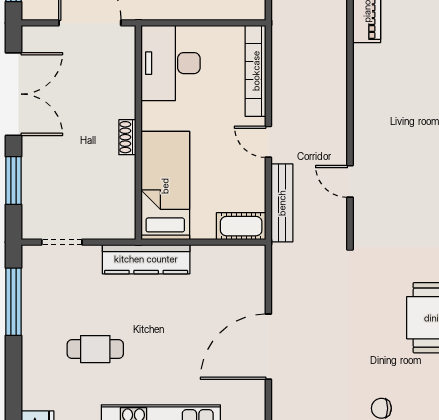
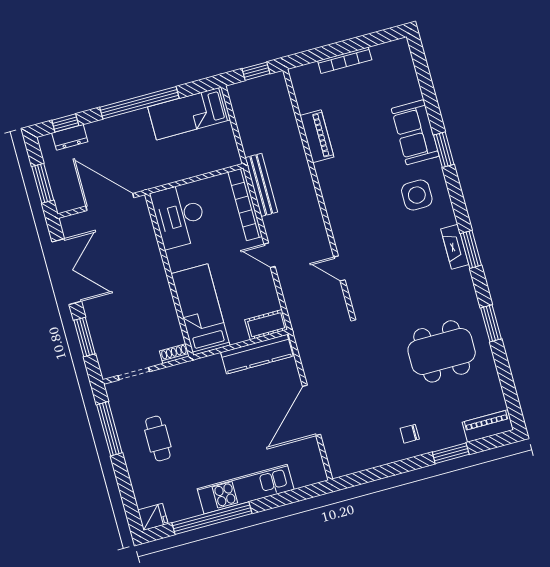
shoe rack: (127, 137) -> (174, 354), moved, turned 90
bench: (282, 203) -> (261, 185), moved
kitchen counter: (146, 259) -> (257, 354), moved
cafe table: (95, 349) -> (158, 438), moved, turned 90

